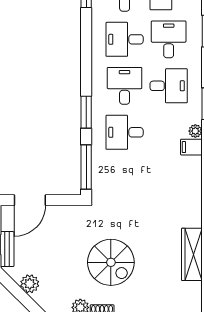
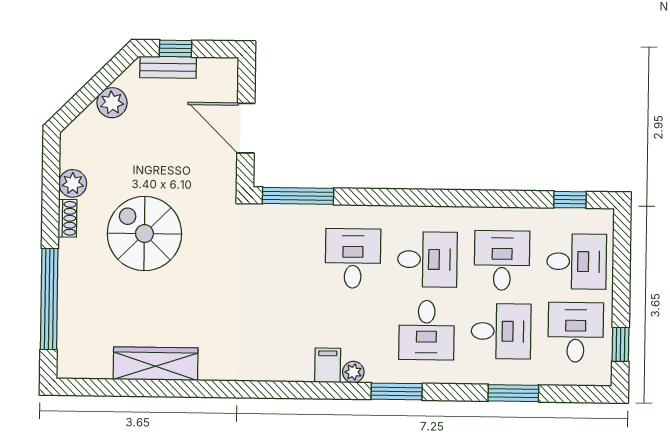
window: (86, 112) -> (386, 197), removed
door: (30, 200) -> (246, 128), moved
spiral stairs: (111, 262) -> (144, 234), turned 90

